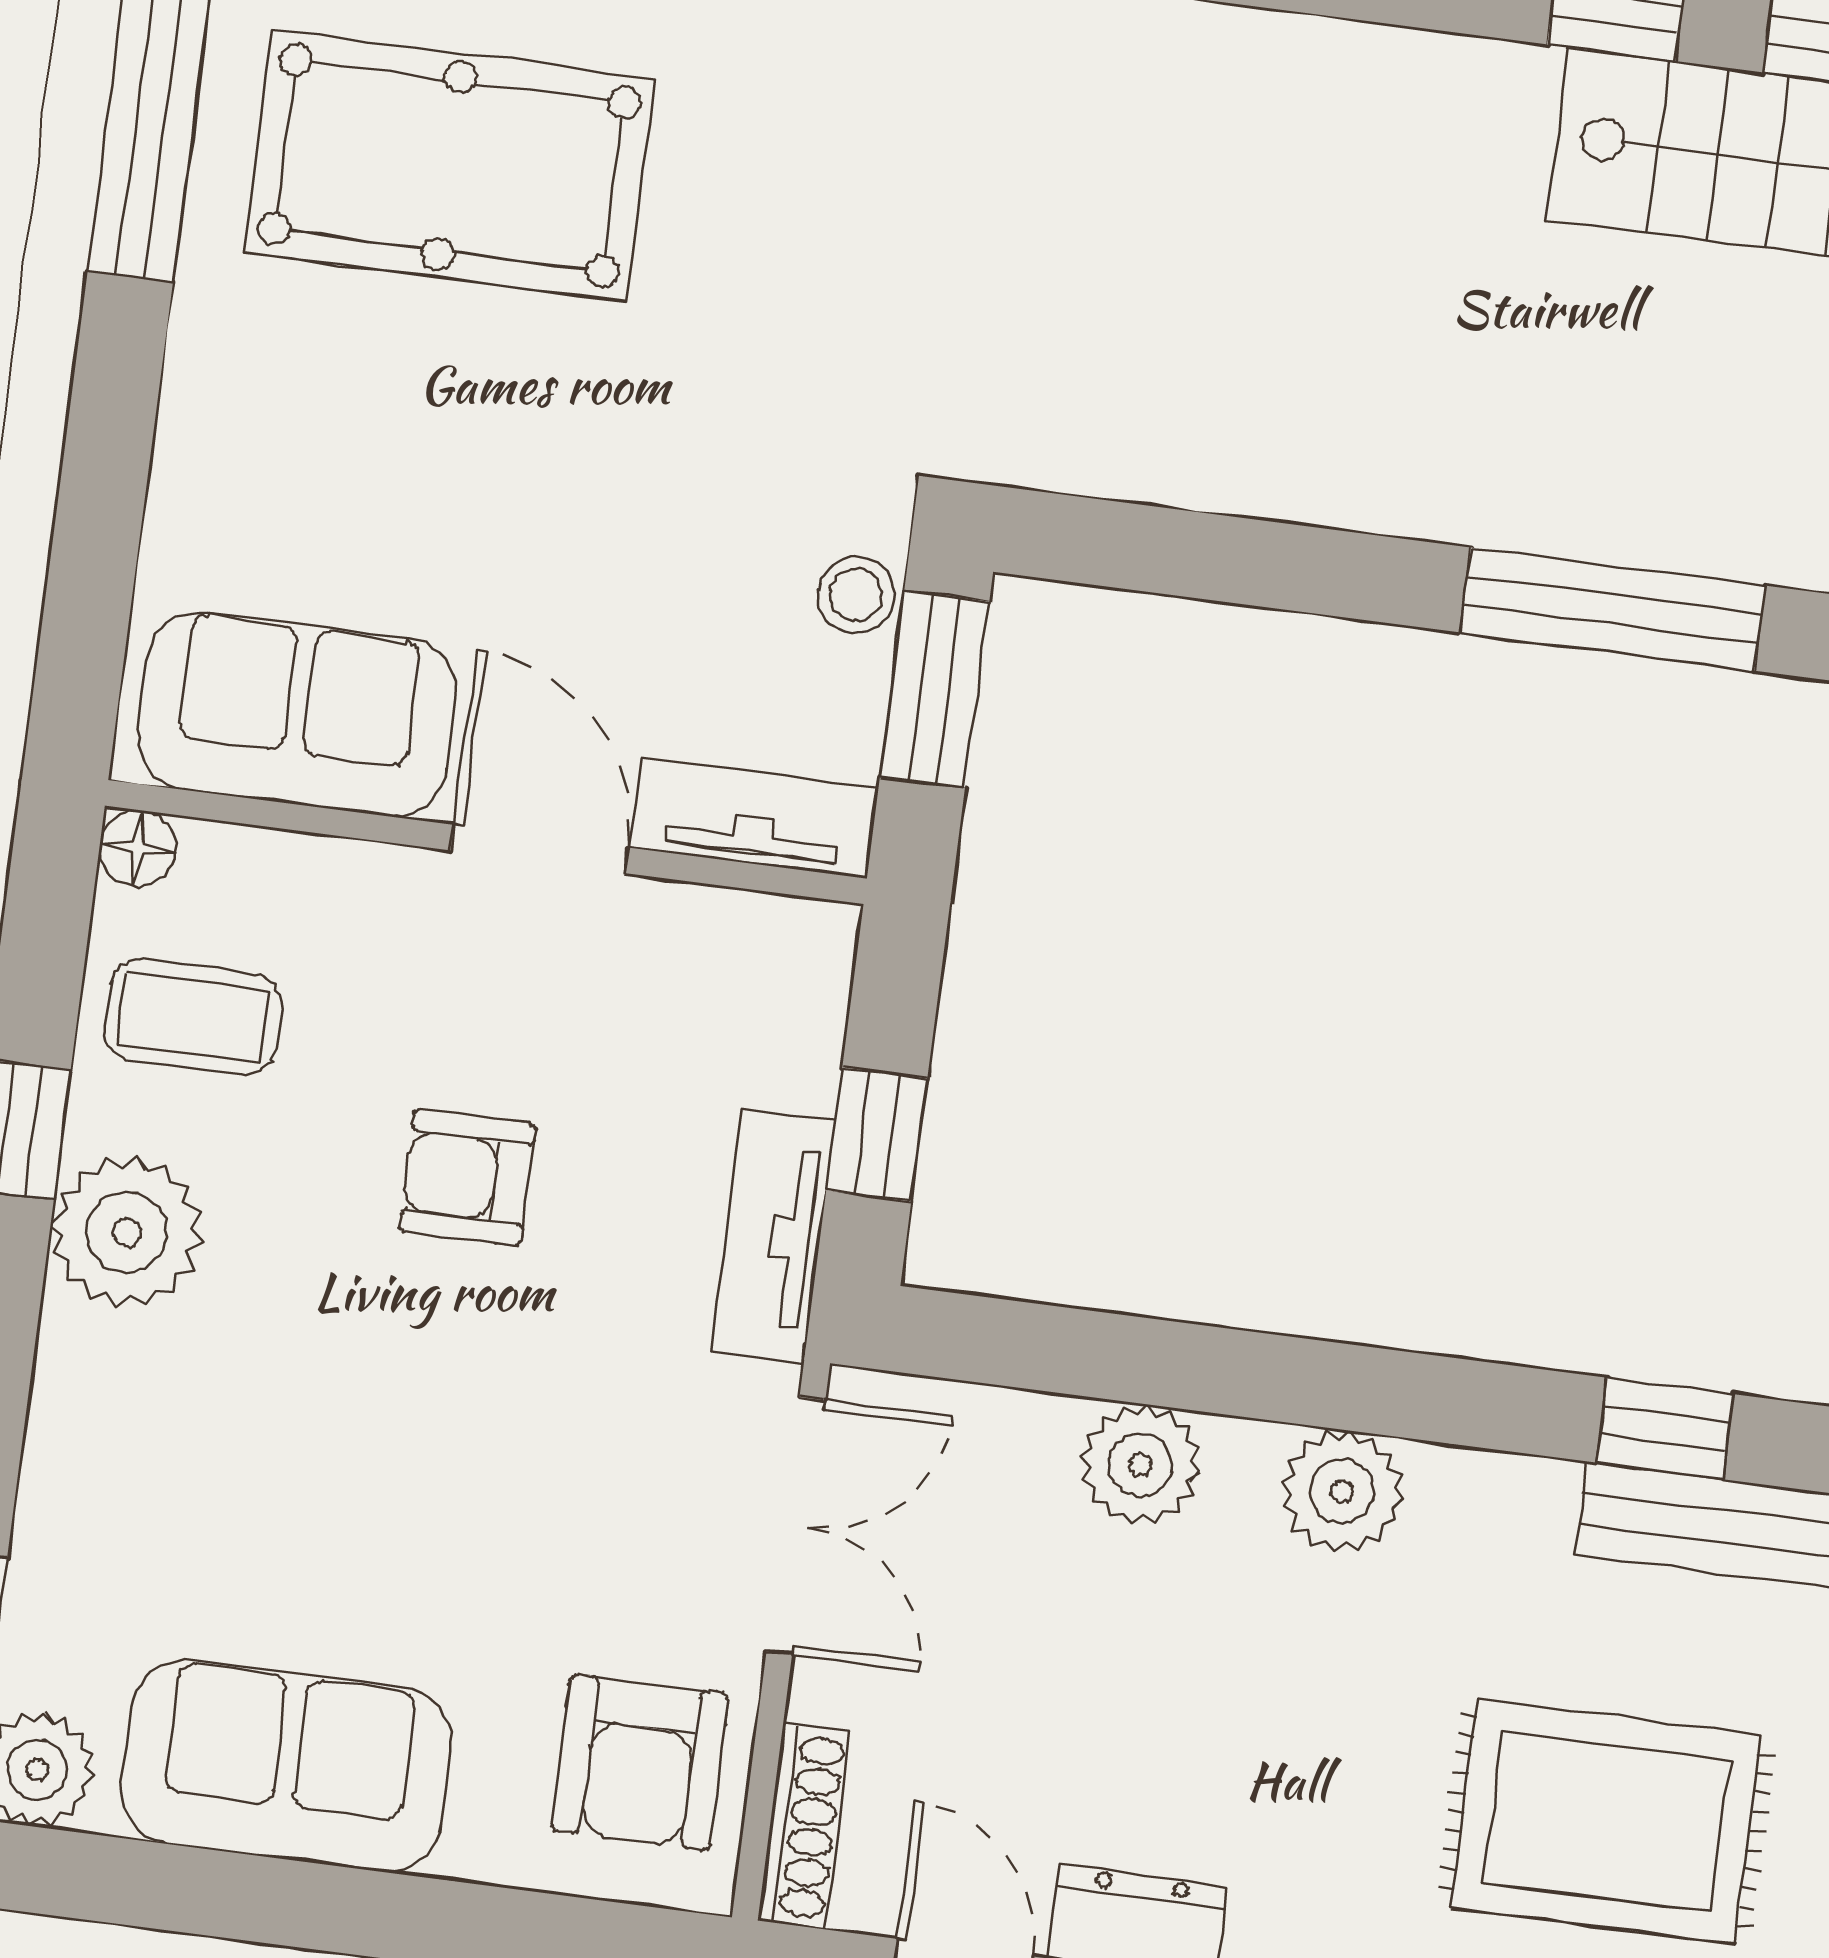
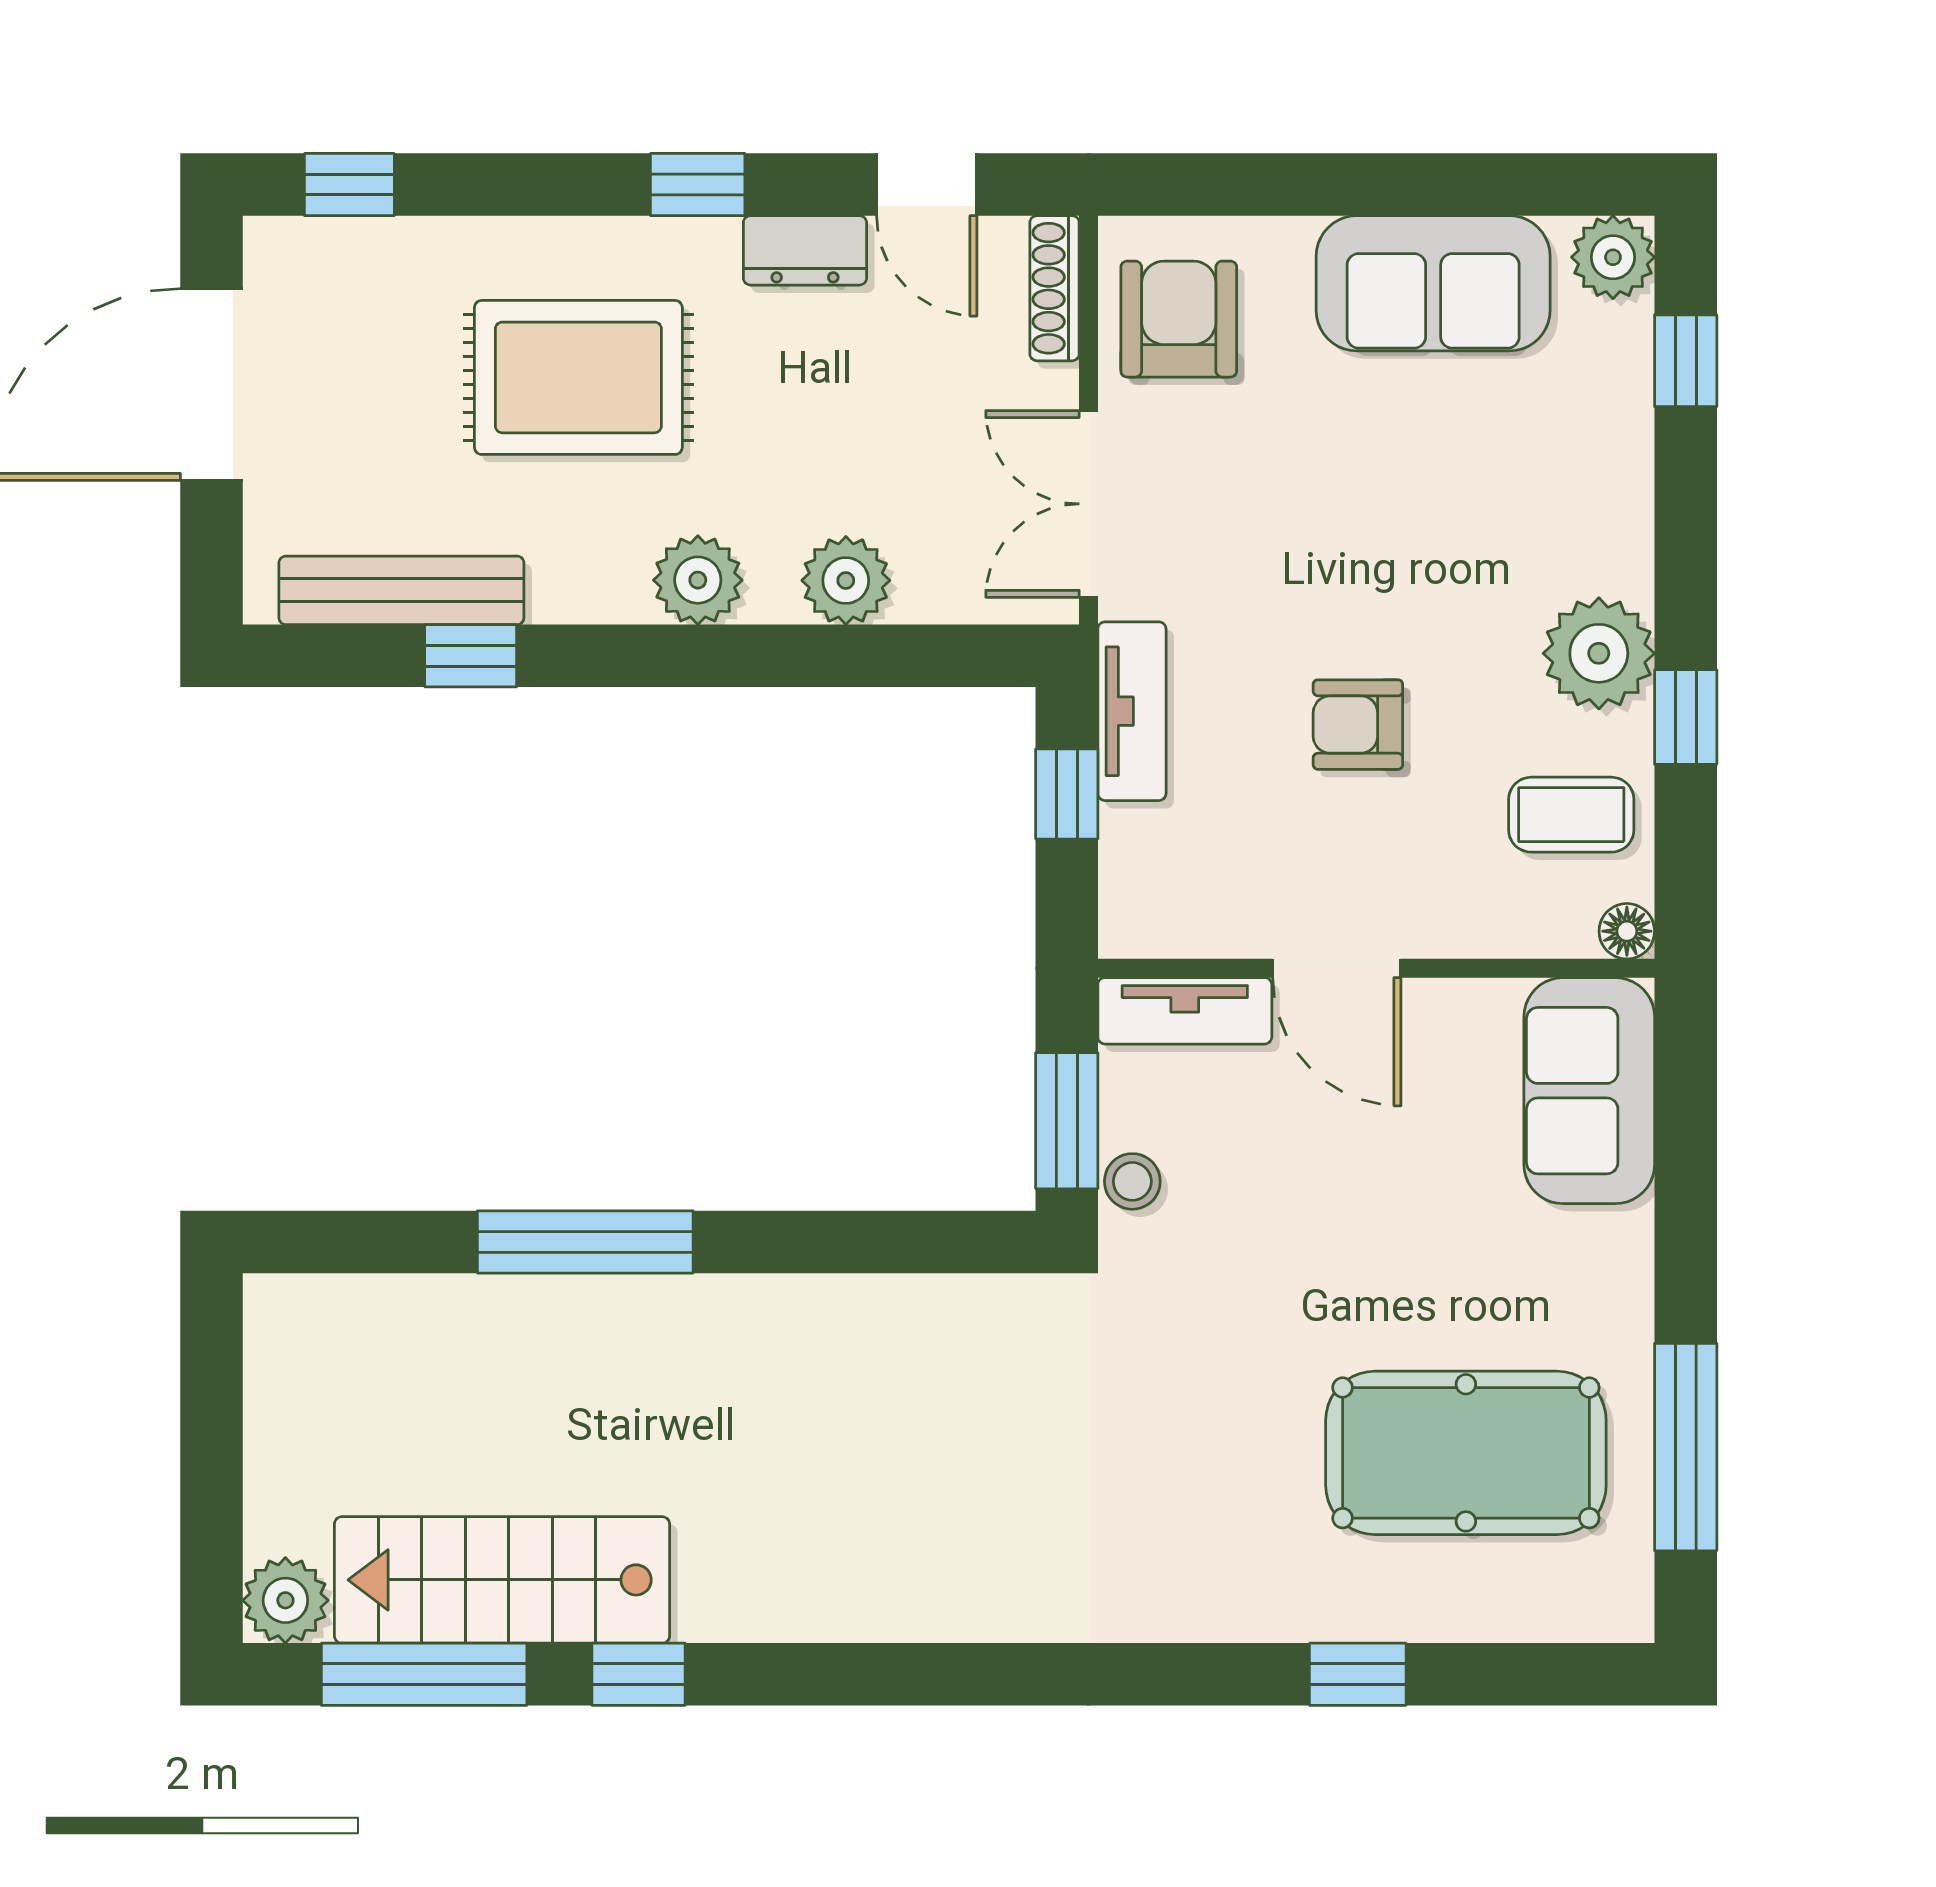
sofa: (297, 714) -> (1589, 1091), moved, turned 90
armchair: (468, 1178) -> (1358, 725), turned 180
rug: (1606, 1821) -> (578, 377), moved

